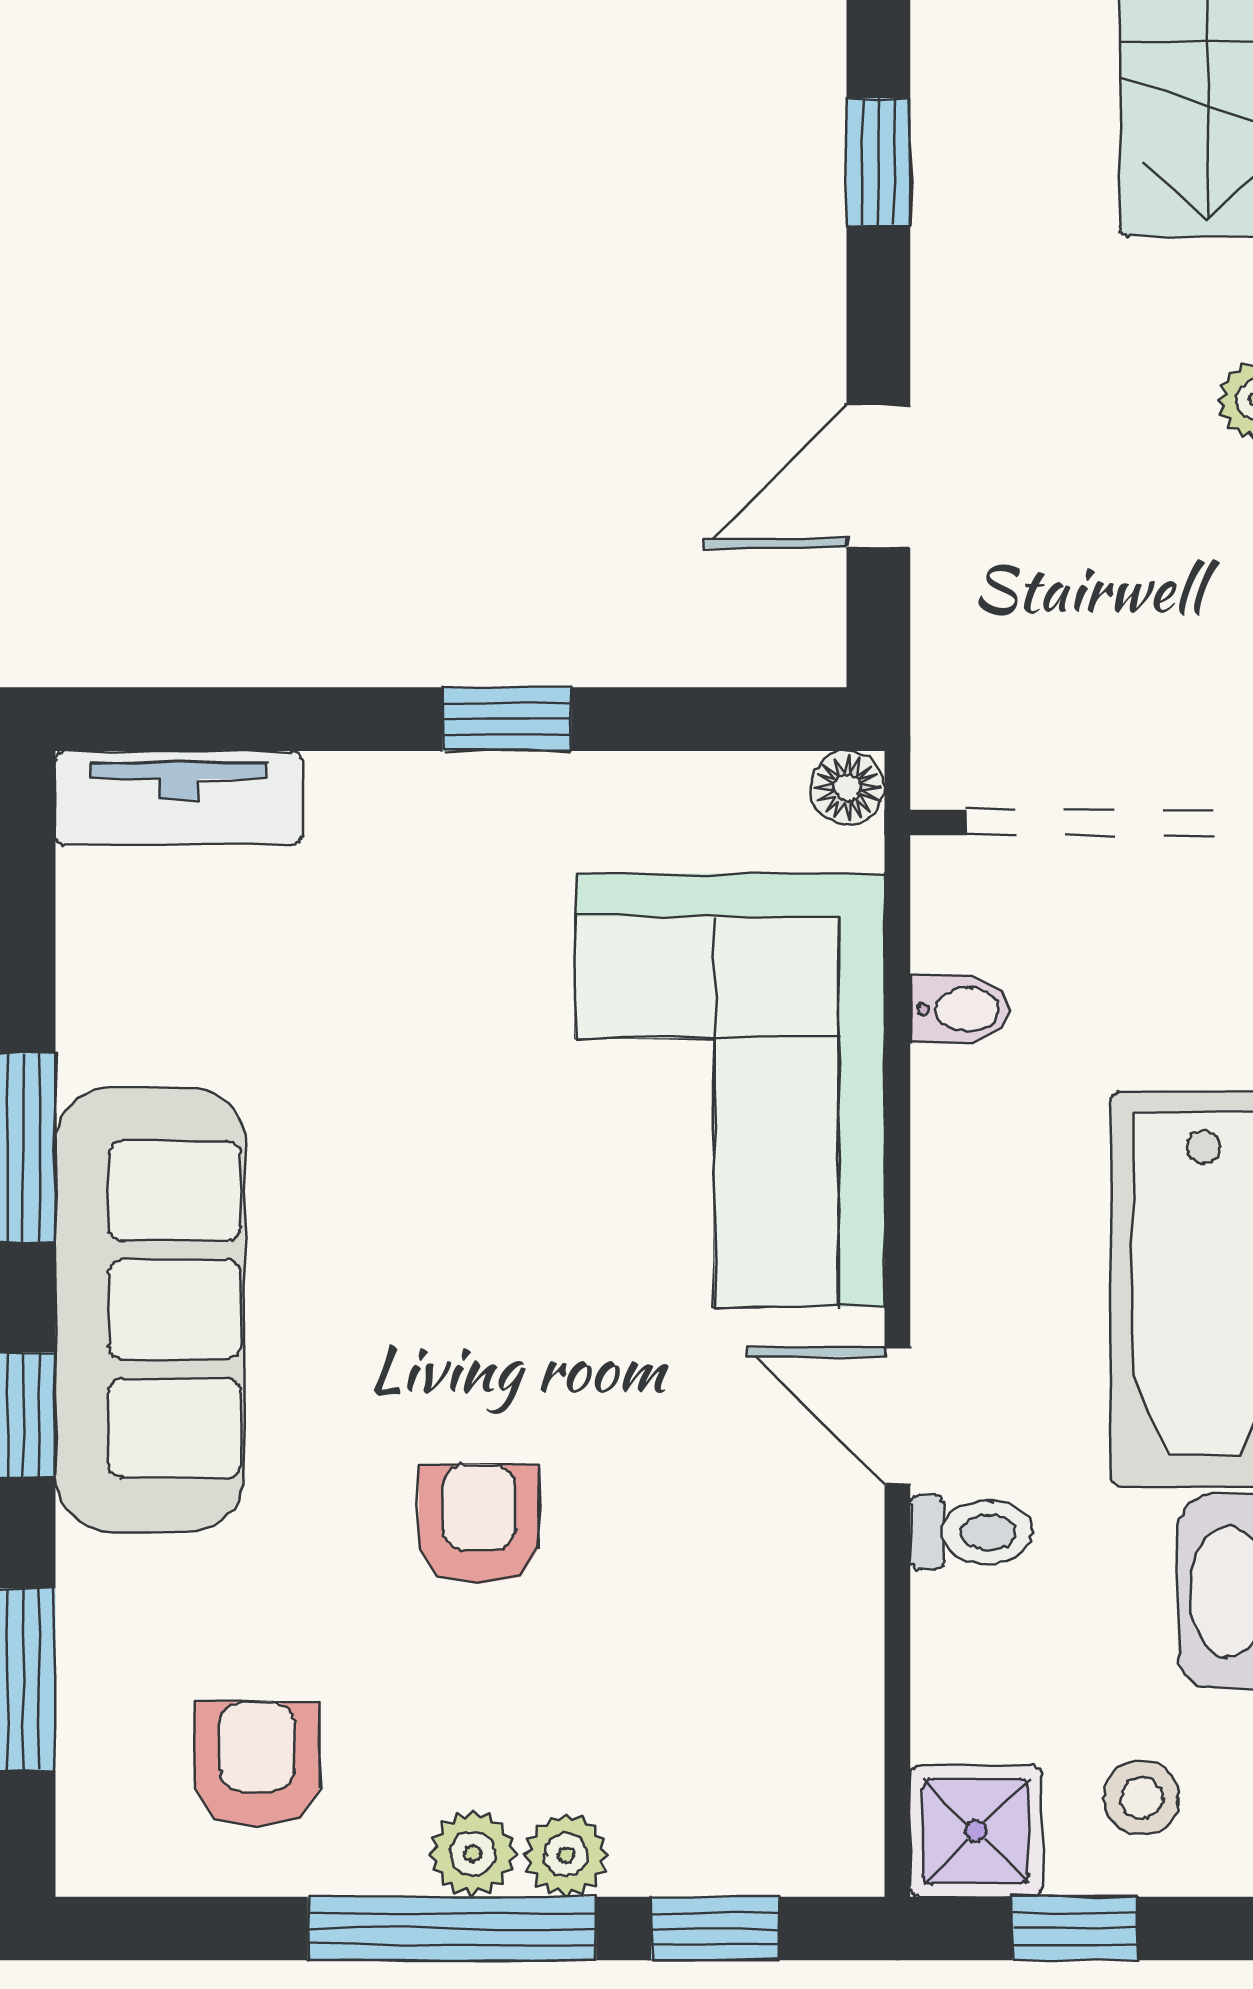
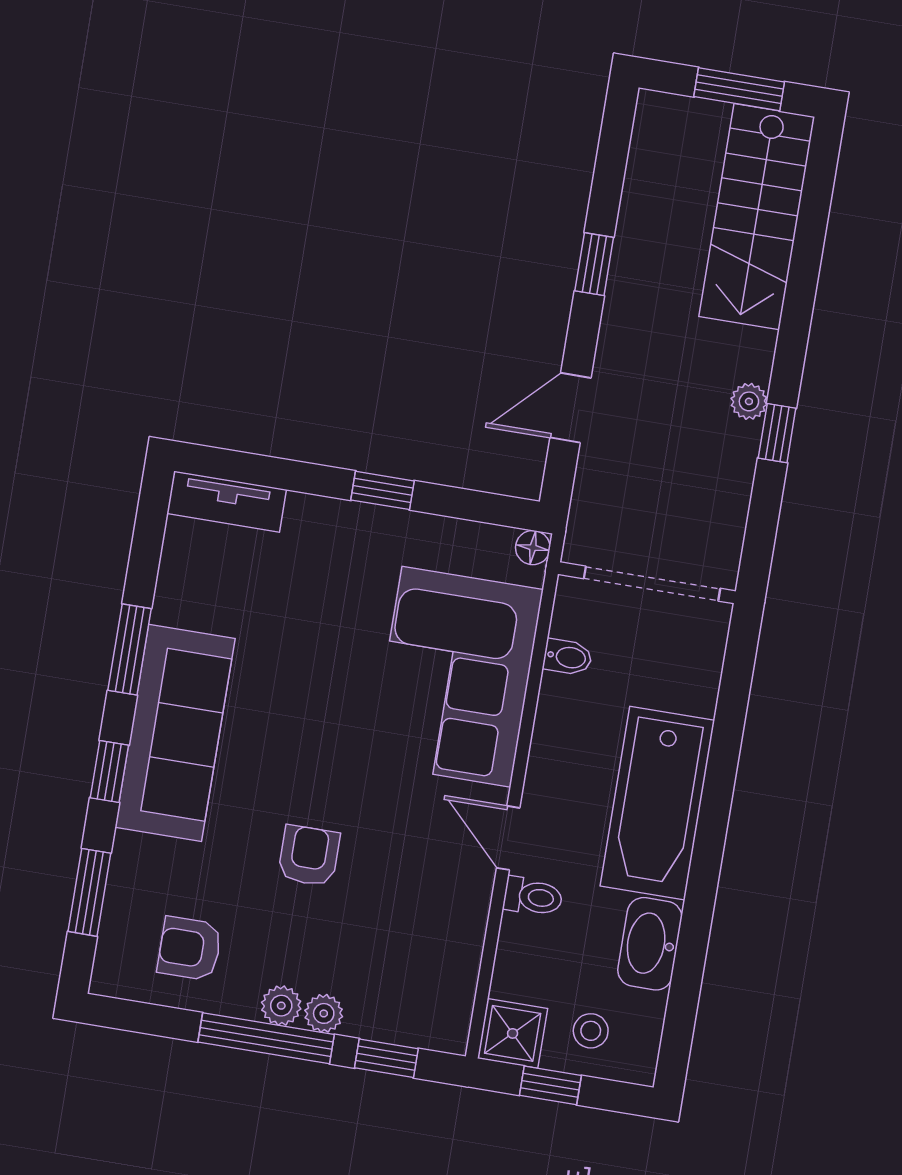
armchair: (257, 1764) -> (190, 949), turned -90

